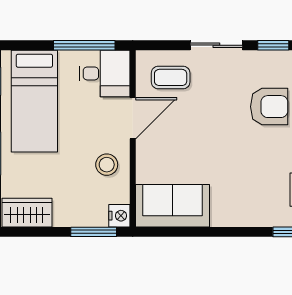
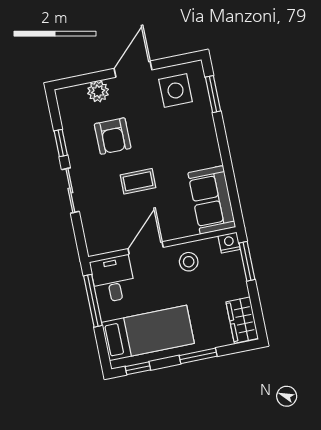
coffee table: (171, 77) -> (138, 181), moved, turned 90
armchair: (269, 107) -> (113, 136), turned 180
door: (133, 118) -> (146, 248), hinge flipped

